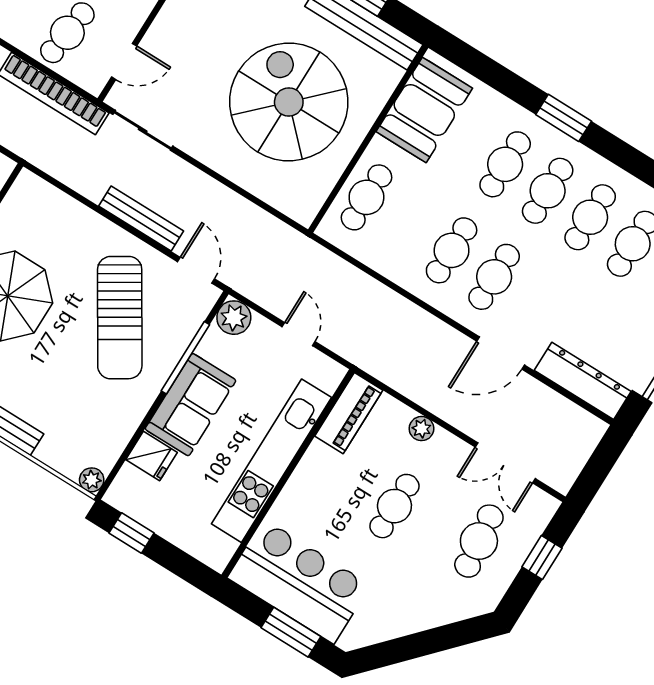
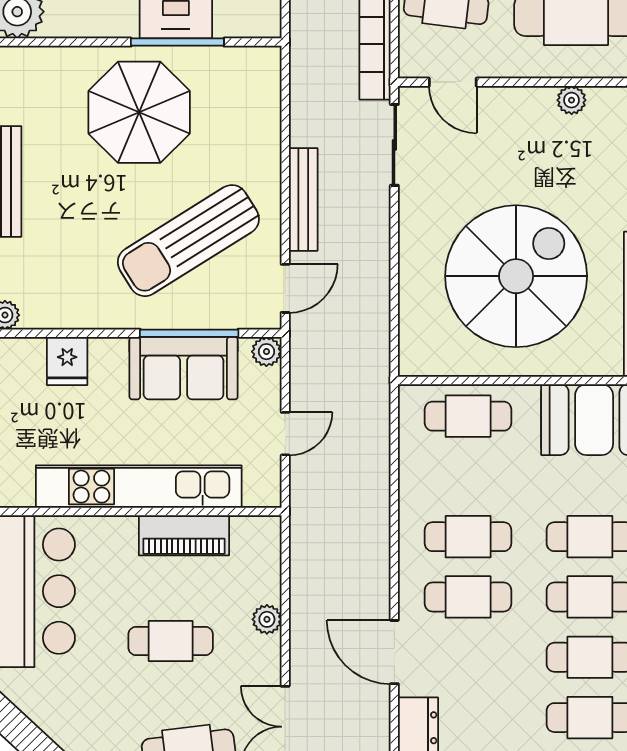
plant: (234, 318) -> (266, 352), width x0.73, depth x0.73
sofa: (190, 405) -> (184, 368), moved
piano: (349, 413) -> (184, 535), moved

